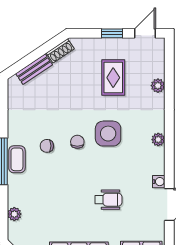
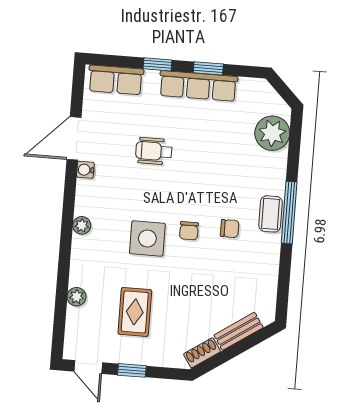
door: (145, 33) -> (88, 367), hinge flipped
plant: (14, 214) -> (272, 133), width x1.87, depth x1.87

